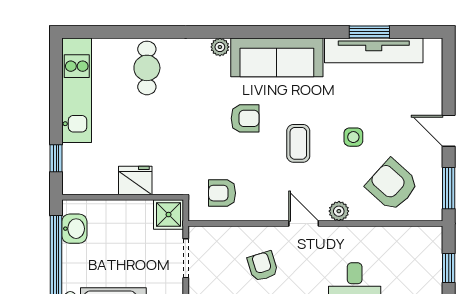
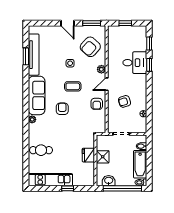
door: (449, 131) -> (67, 23), hinge flipped
window: (56, 158) -> (68, 188), moved
armchair: (222, 193) -> (97, 104), moved
shower: (169, 215) -> (103, 157), moved

